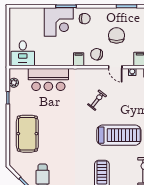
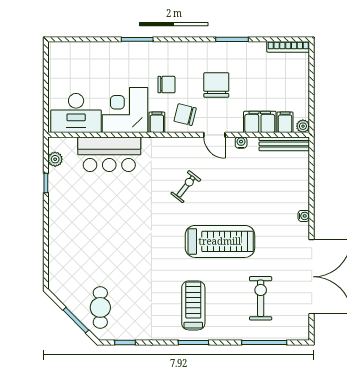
chair: (85, 19) -> (166, 85), moved
corner desk: (59, 22) -> (125, 110), moved, turned 180
desk: (23, 53) -> (76, 113), width x1.37
pool table: (27, 134) -> (76, 239), removed

